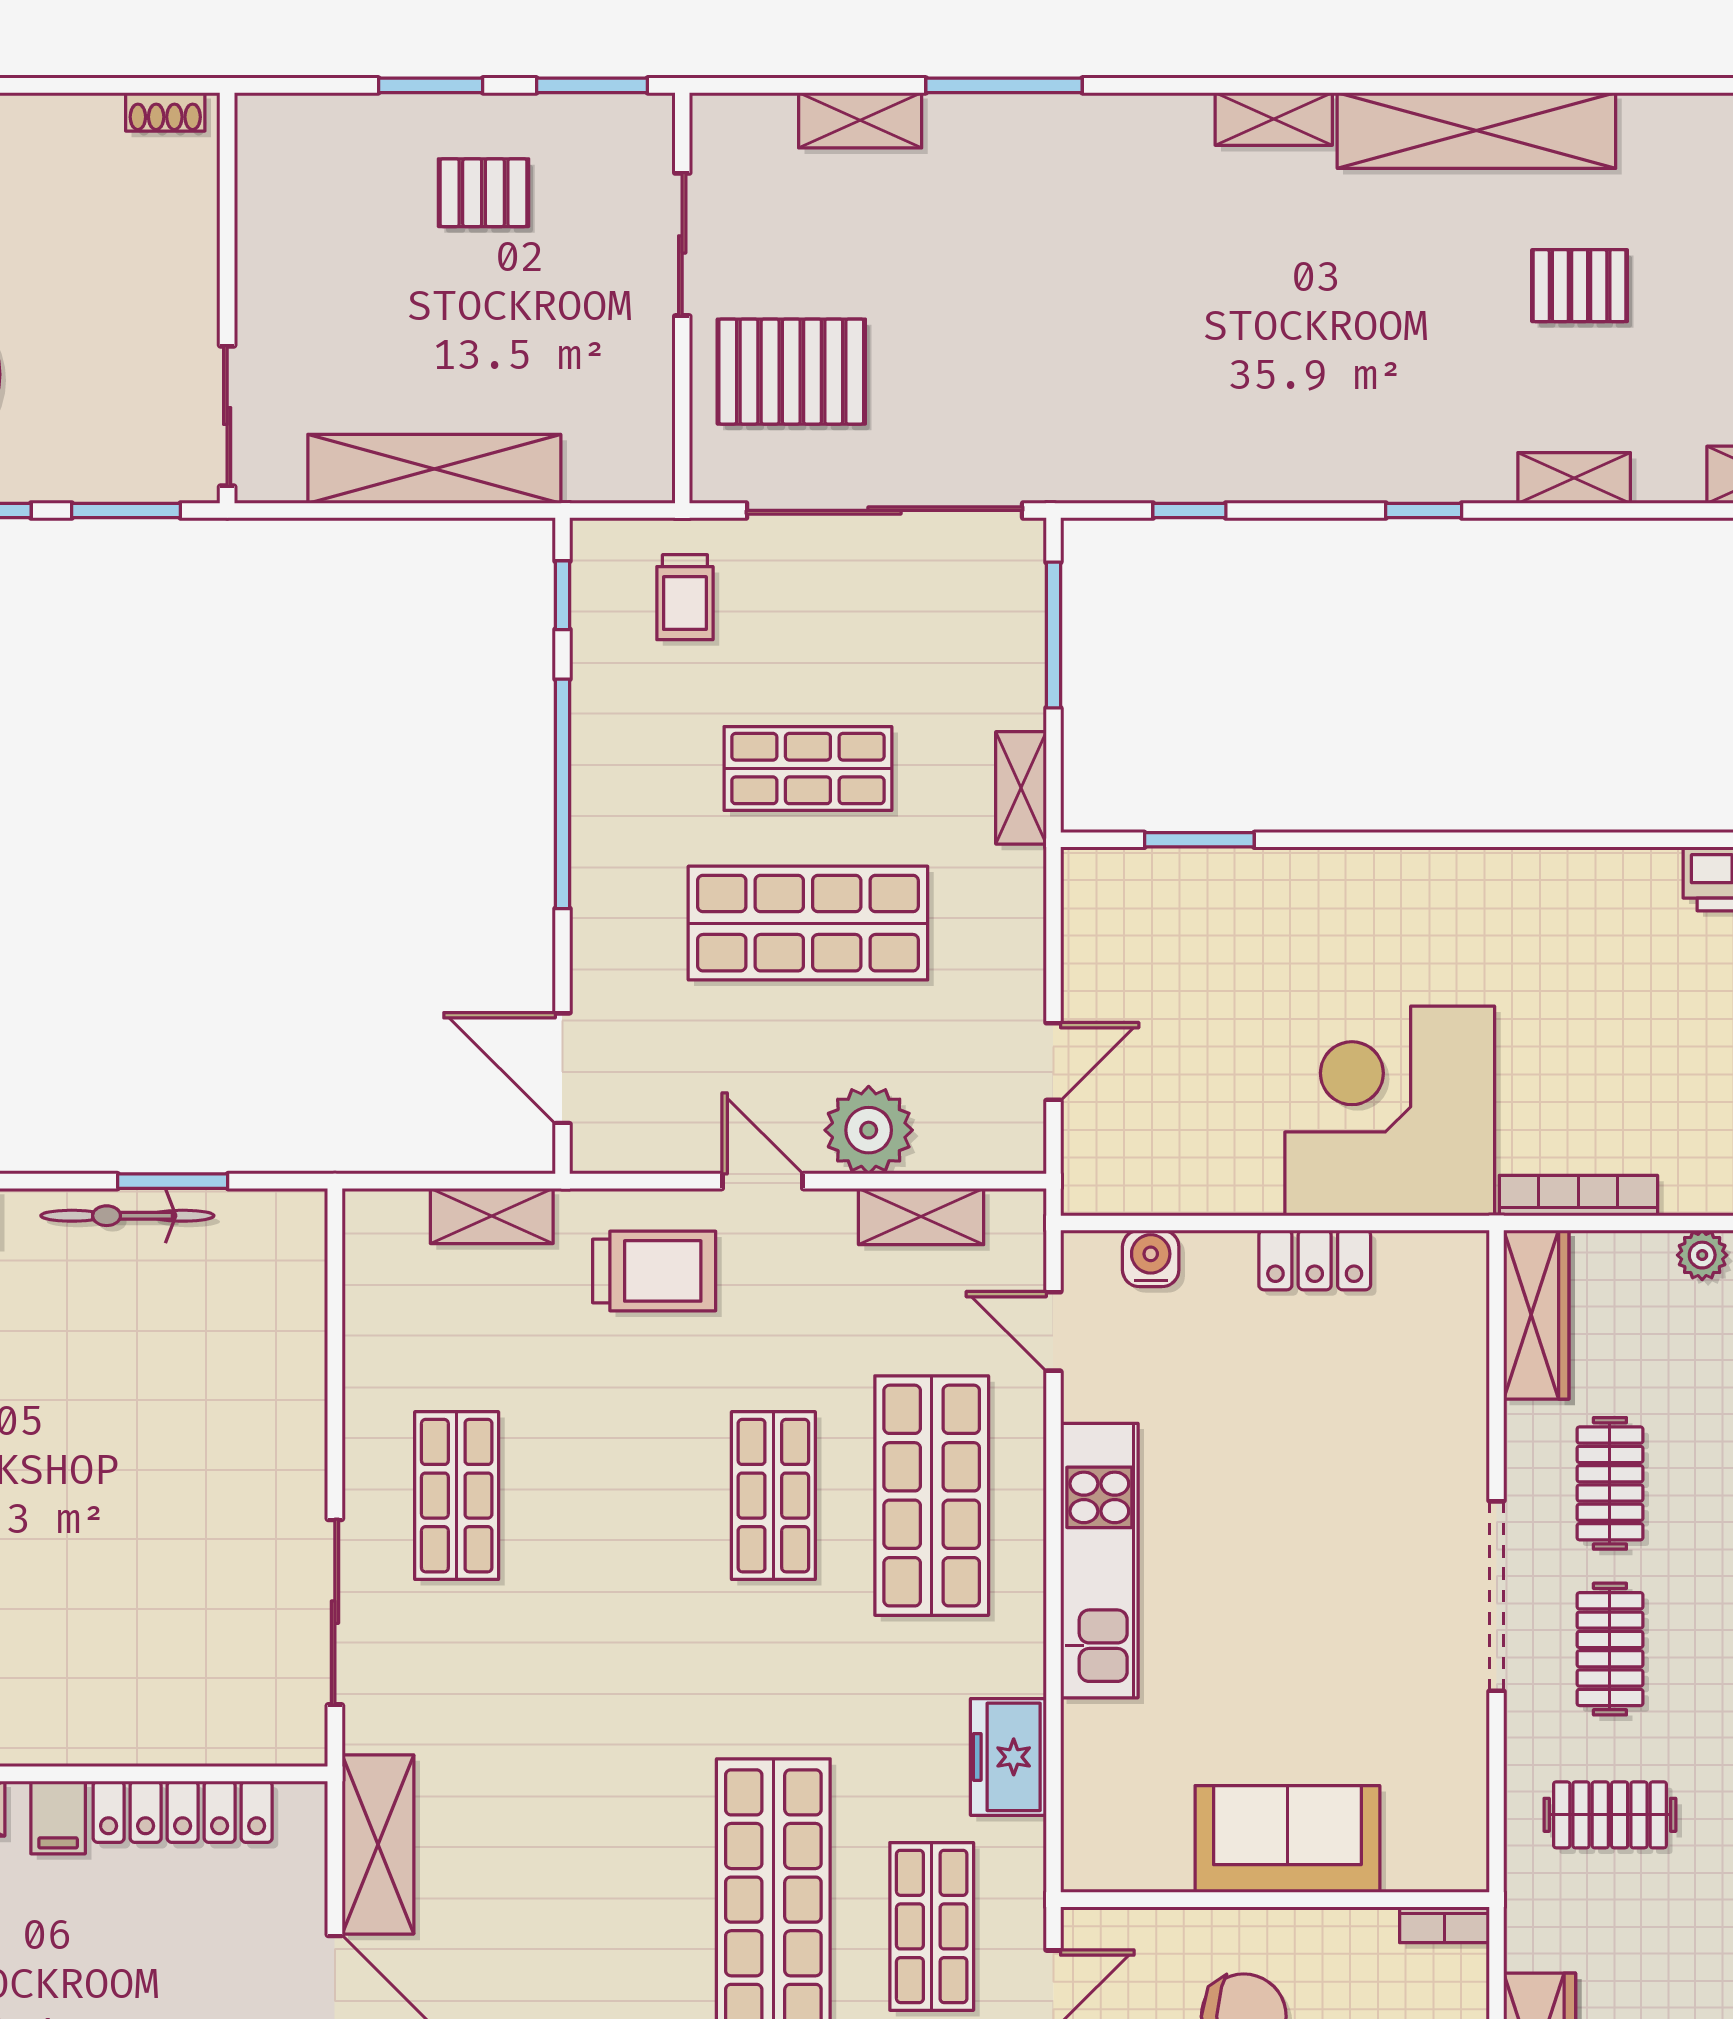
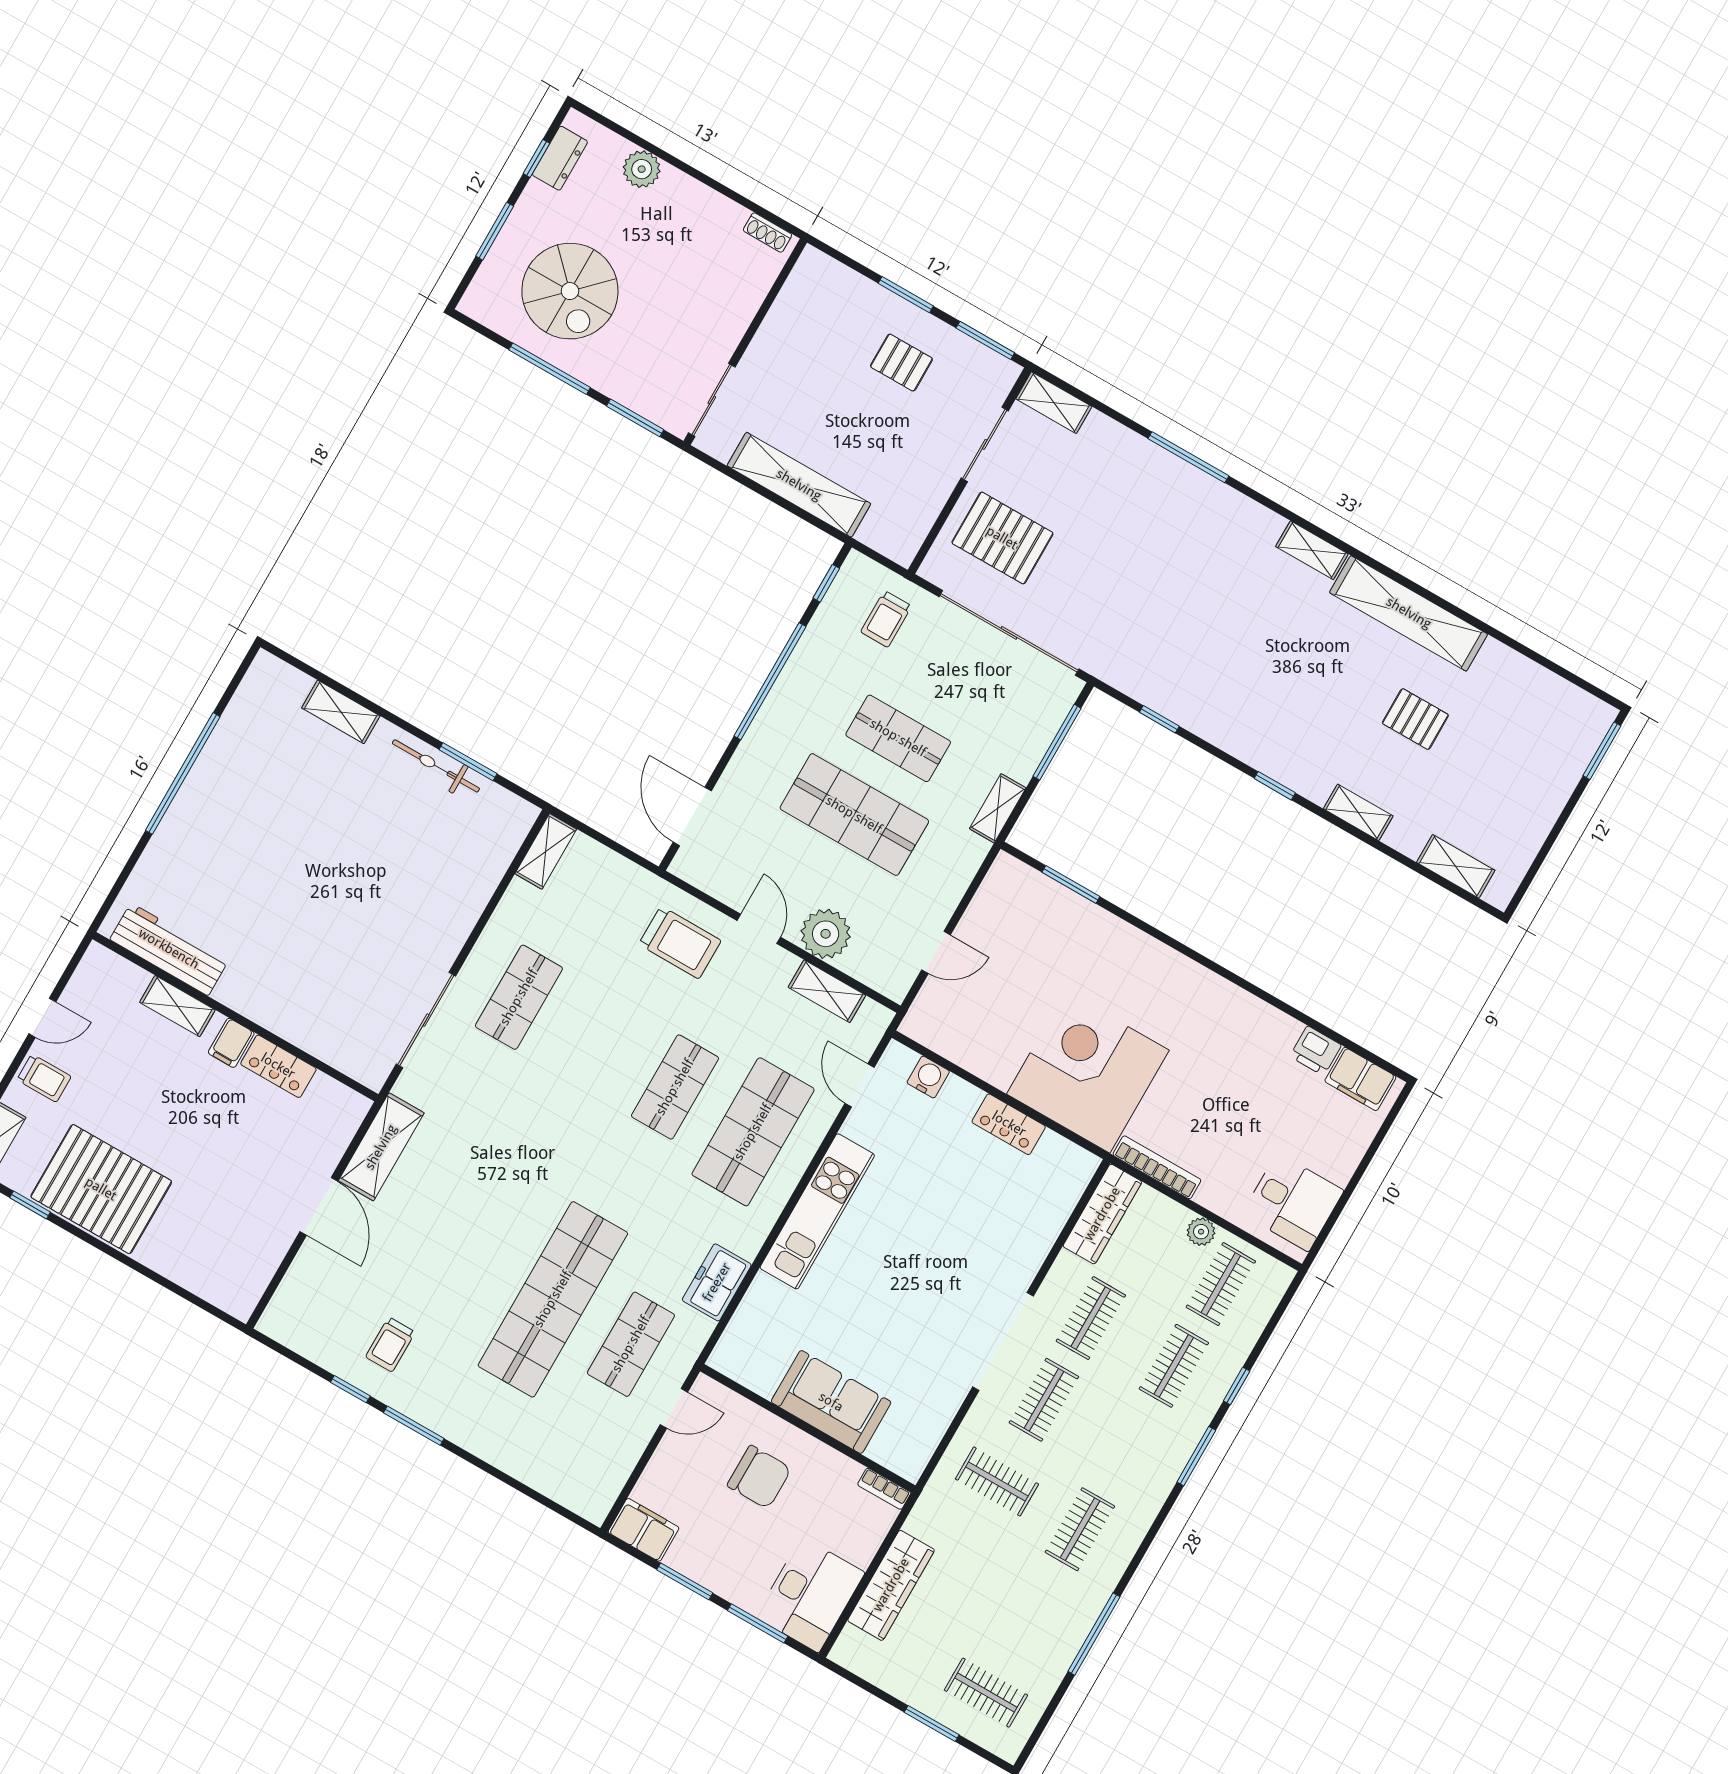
shelving: (860, 120) -> (1054, 403), moved
shelving: (492, 1216) -> (546, 851), moved, turned 90
locker: (183, 1812) -> (278, 1066), width x0.66

